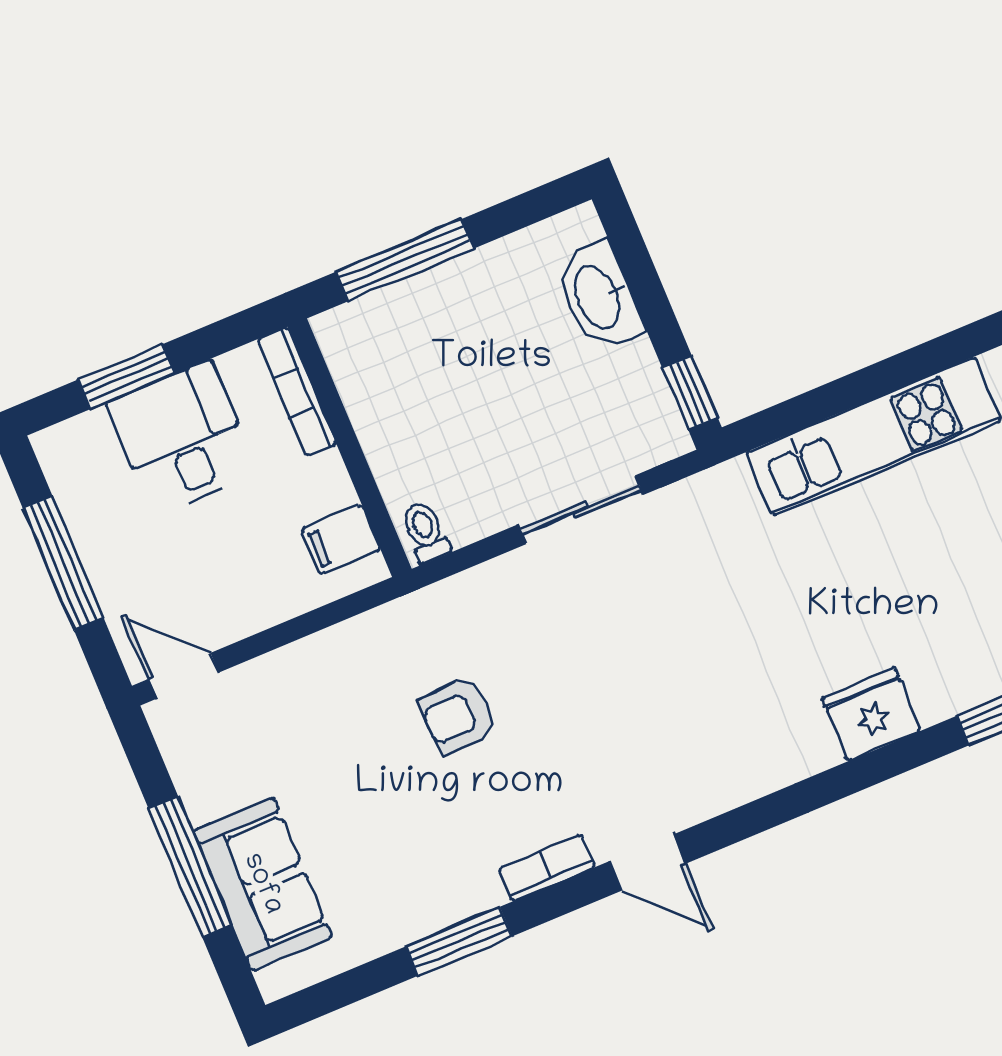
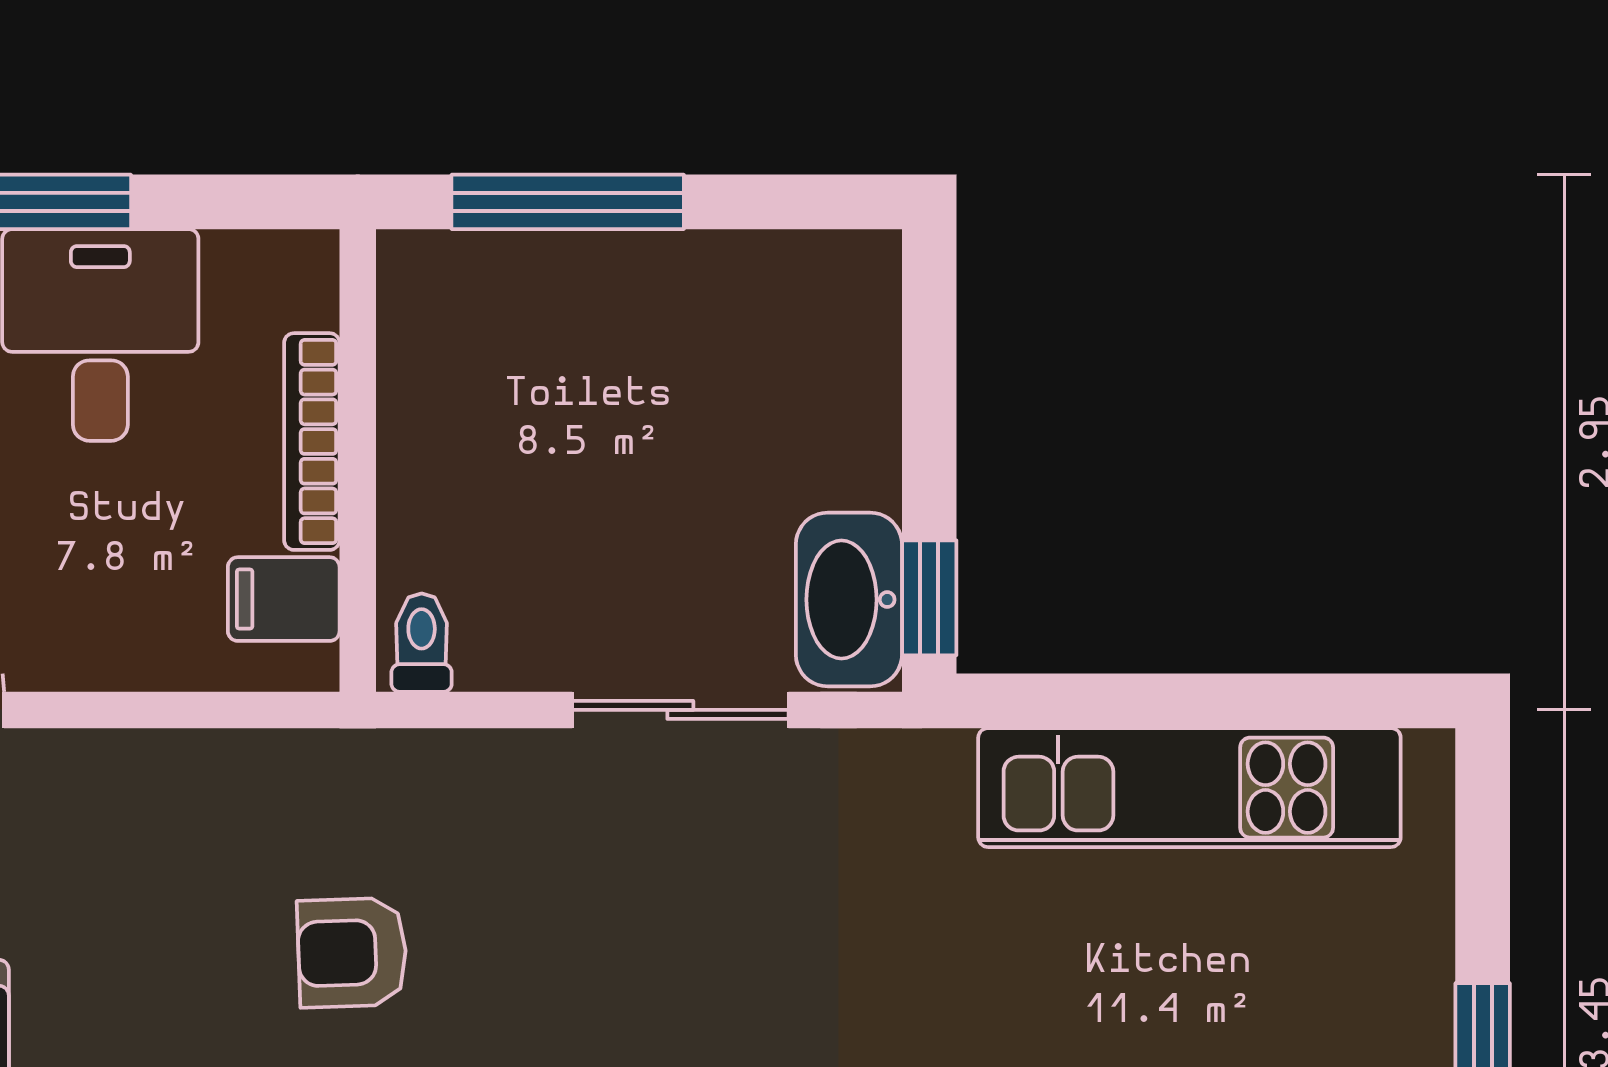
washbasin: (599, 297) -> (849, 600), moved
bookcase: (297, 392) -> (312, 442), moved

